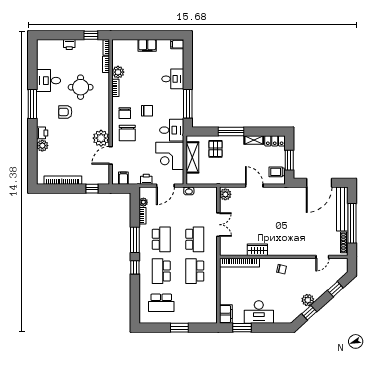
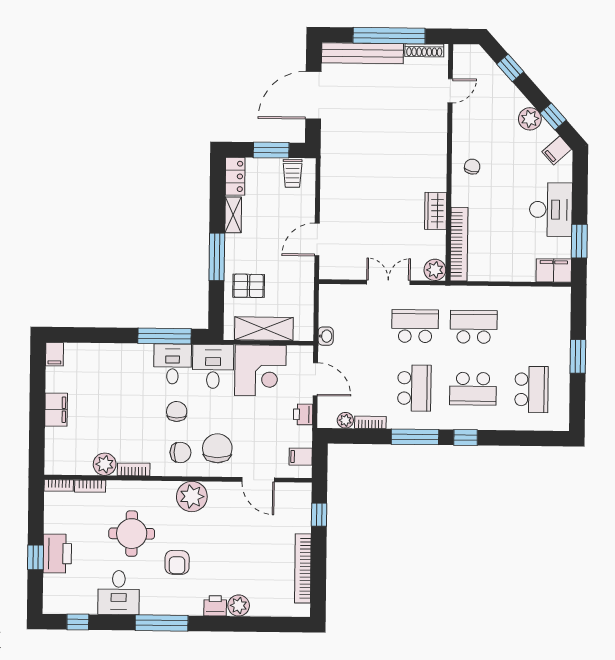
window: (91, 35) -> (35, 557), moved
printer: (69, 45) -> (57, 554), width x1.87, depth x1.48
window: (32, 59) -> (78, 622), added
desk: (173, 79) -> (173, 364), moved
chair: (127, 133) -> (217, 448), turned -90
plant: (101, 138) -> (192, 496), moved
door: (319, 183) -> (313, 95), swing flipped
door: (254, 186) -> (317, 240), moved
plant: (225, 194) -> (435, 270), moved
school desk: (161, 239) -> (414, 388), turned 90
door: (322, 257) -> (450, 91), hinge flipped
school desk: (195, 271) -> (474, 327), turned 180
filing cabinet: (291, 315) -> (557, 150), added

